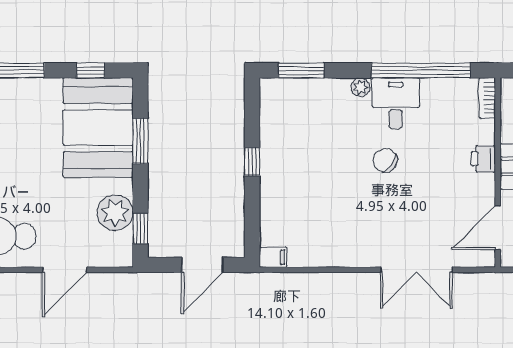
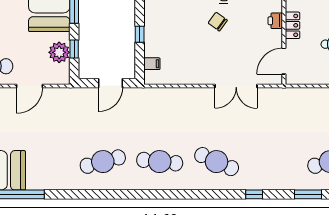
window: (252, 162) -> (140, 34), moved
window: (140, 229) -> (74, 49), moved
filing cabinet: (273, 257) -> (152, 64), moved

